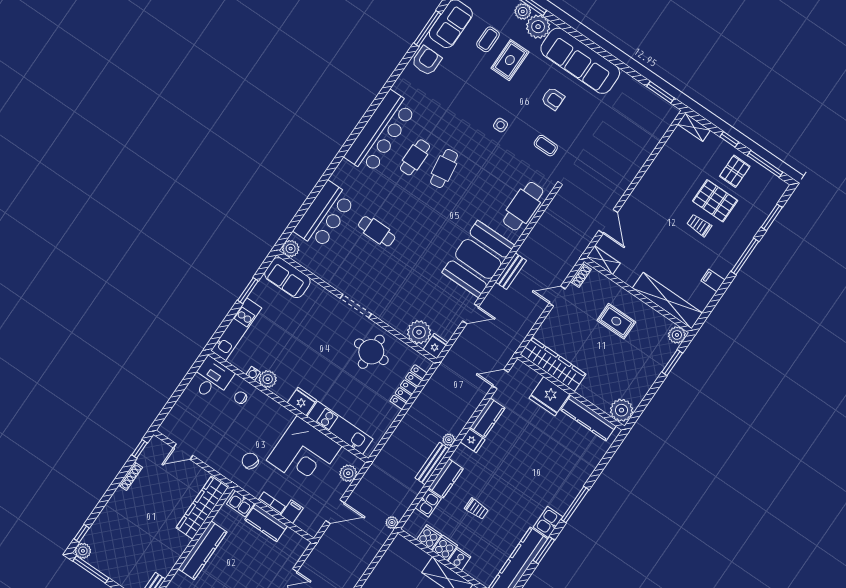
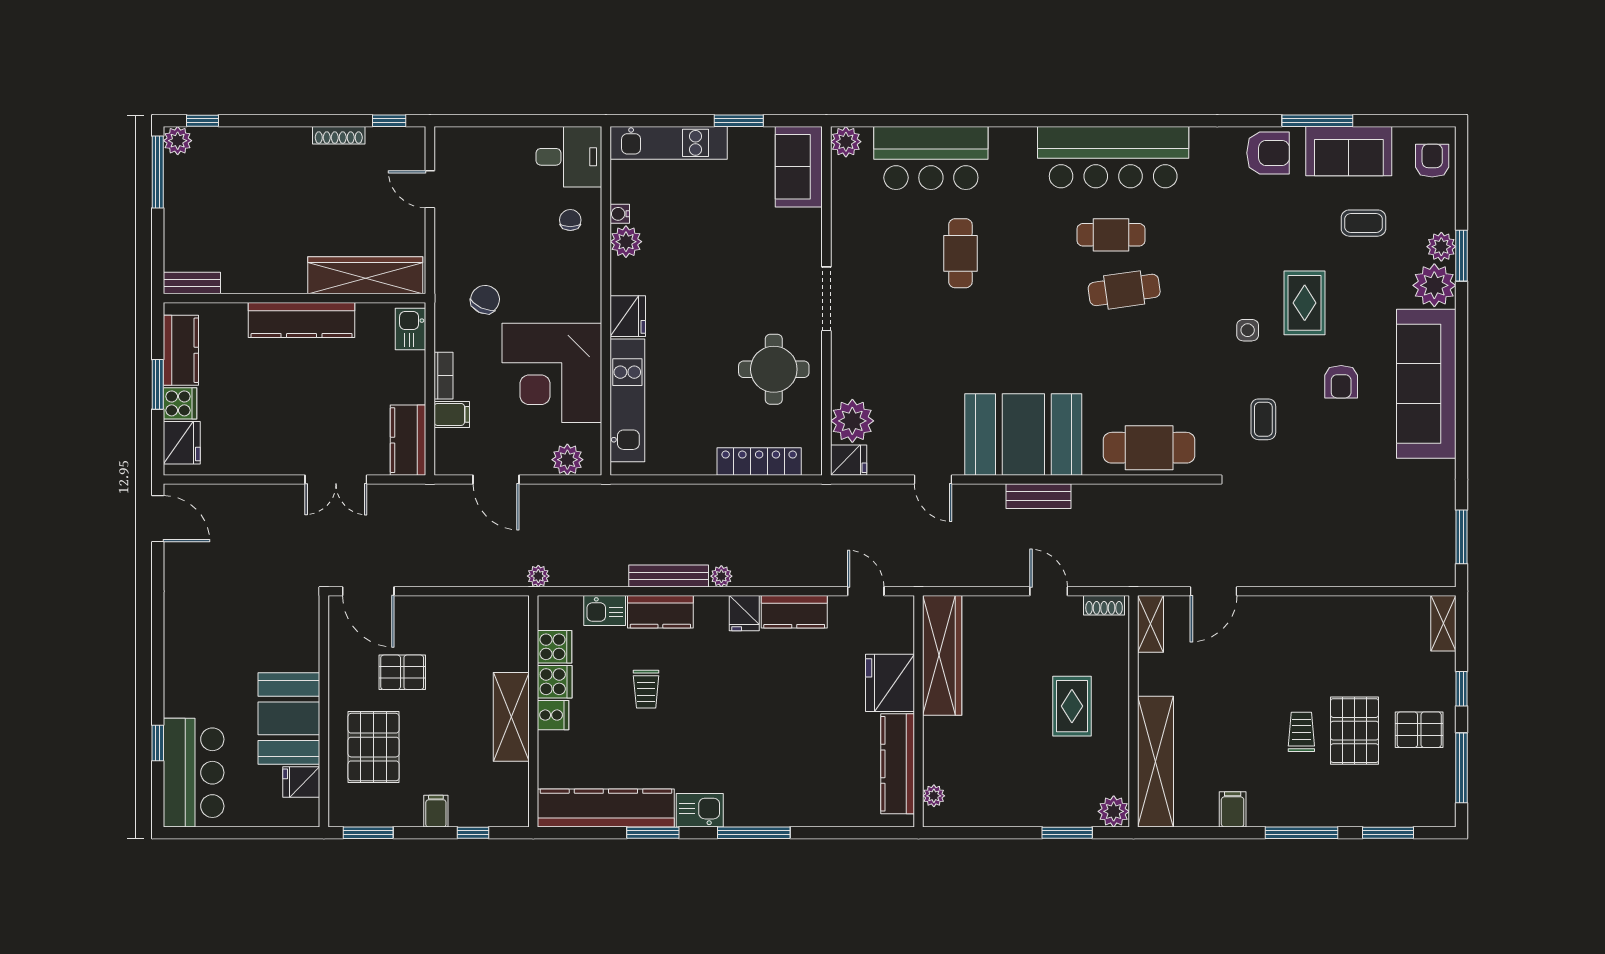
rug: (510, 60) -> (1305, 303), moved, turned 90
plant: (621, 410) -> (934, 796), width x0.53, depth x0.53
kitchen counter: (266, 523) -> (408, 440), moved

